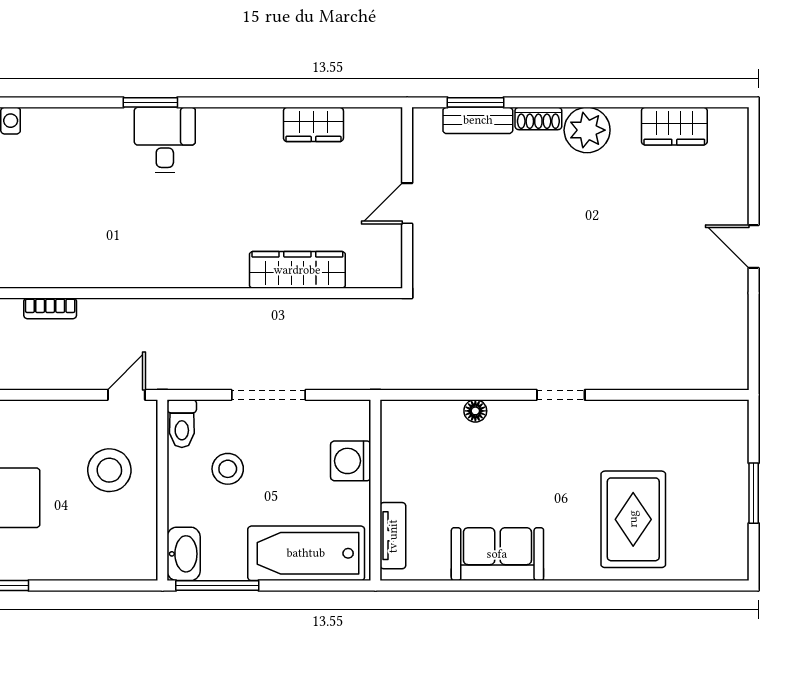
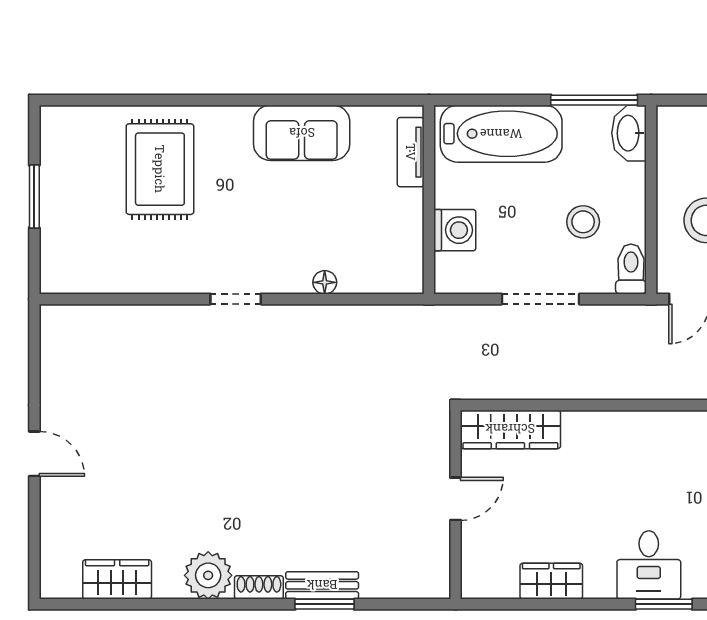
wardrobe: (313, 124) -> (551, 581), moved
wall: (407, 198) -> (456, 505), moved
door: (407, 203) -> (456, 499), moved

